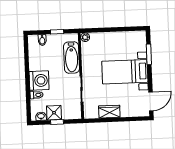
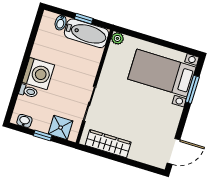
bathtub: (72, 57) -> (86, 33), moved, turned -90
bed with nightstands: (125, 72) -> (162, 73), moved
wardrobe: (109, 112) -> (108, 144), width x1.50
shower: (54, 113) -> (61, 128), moved

